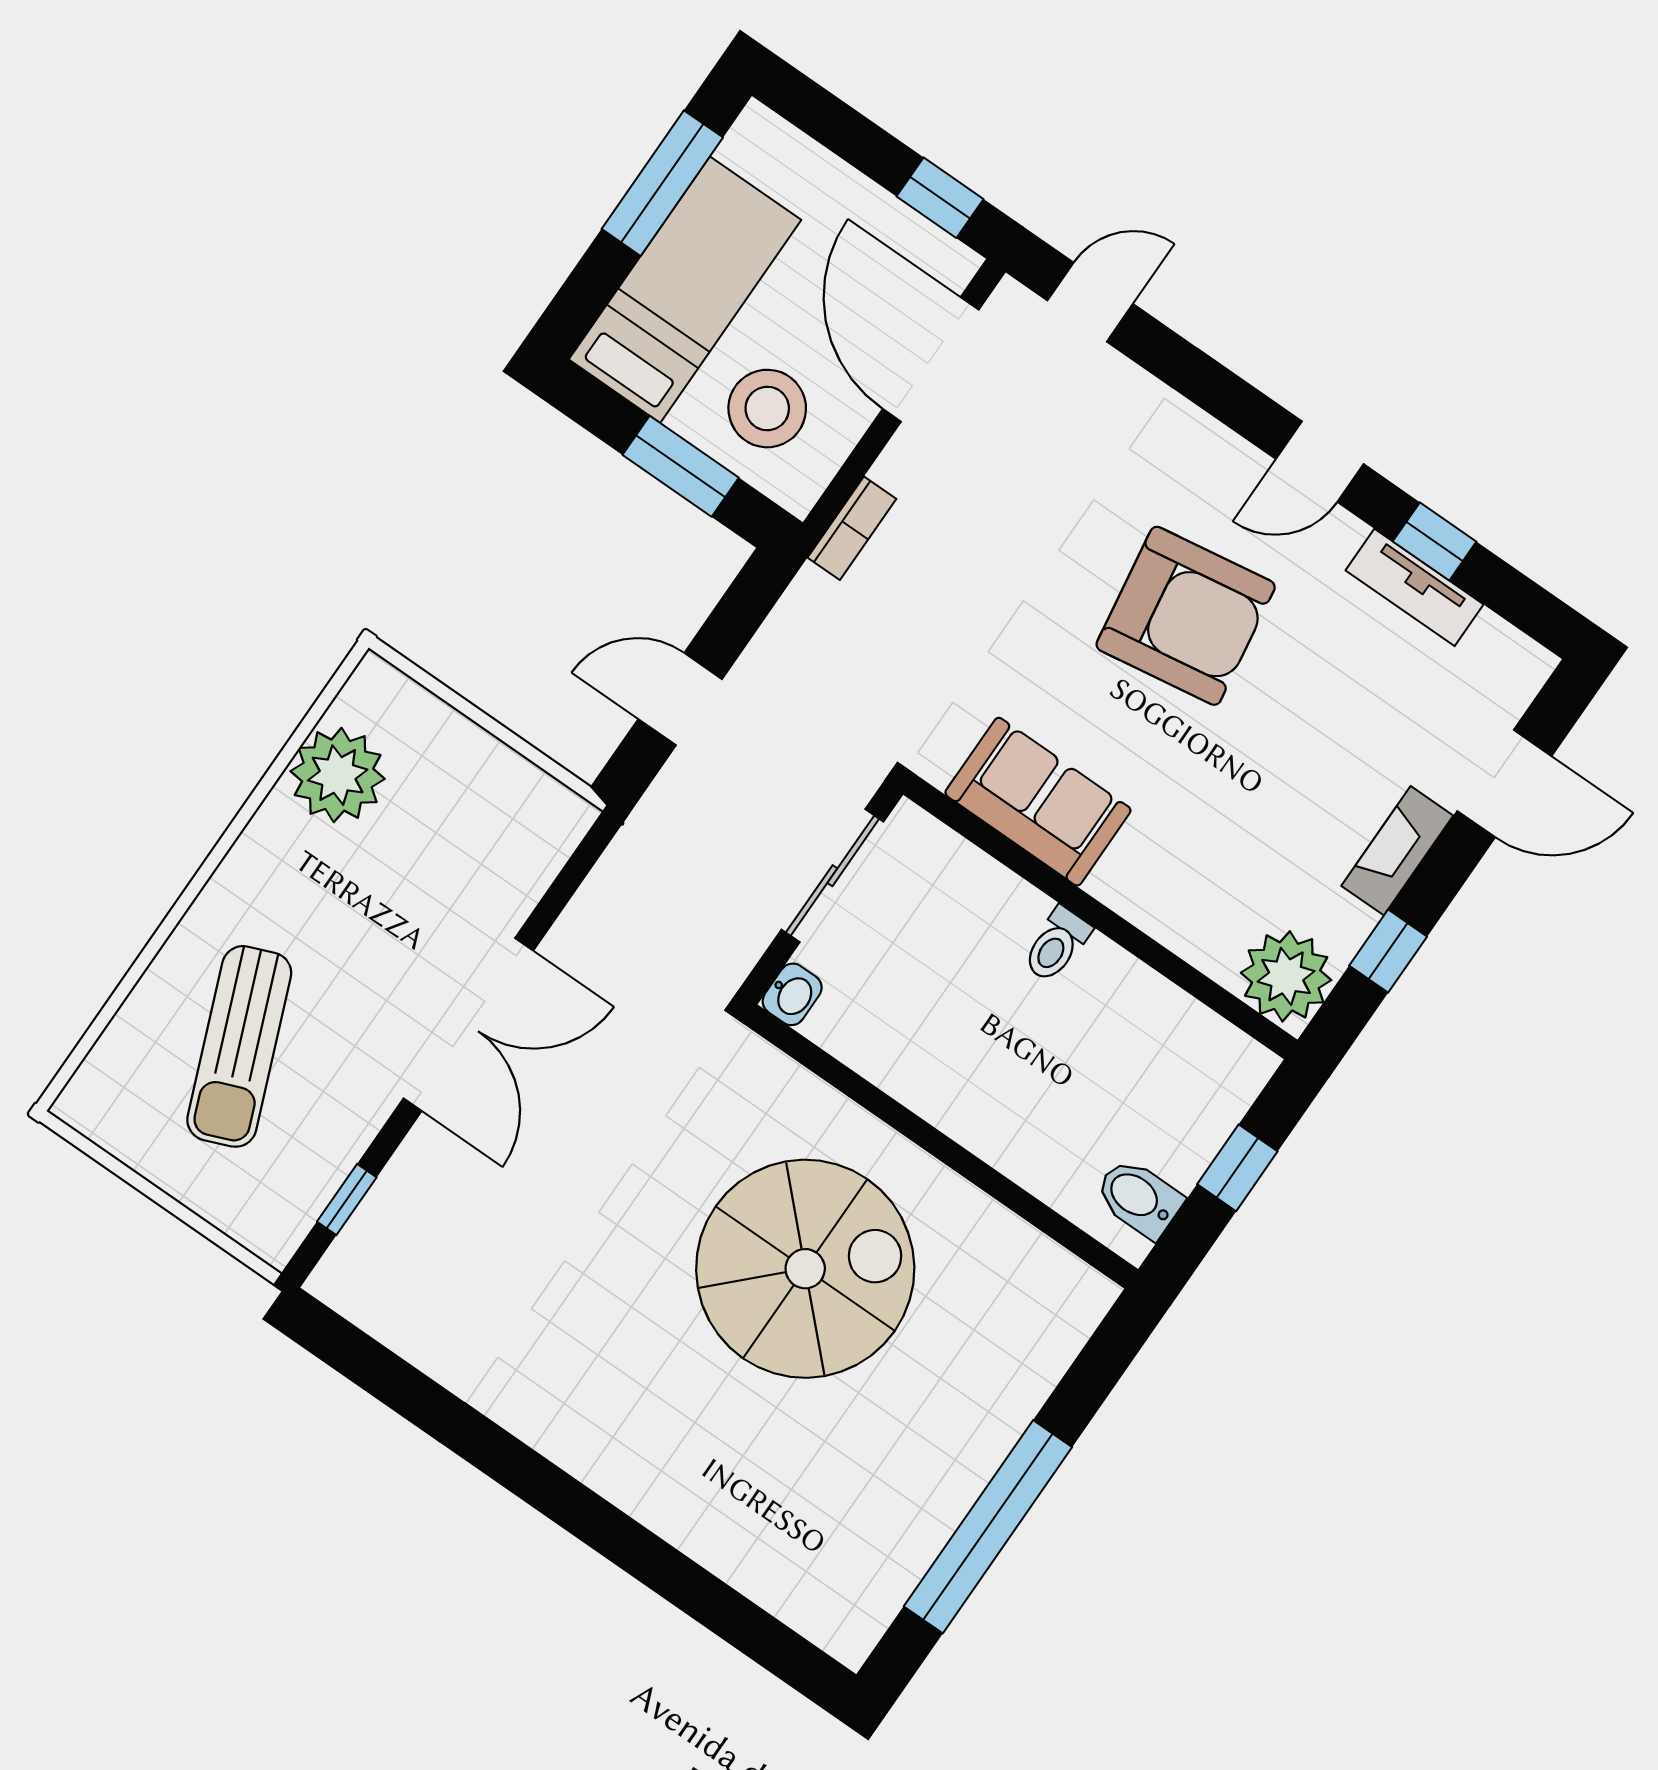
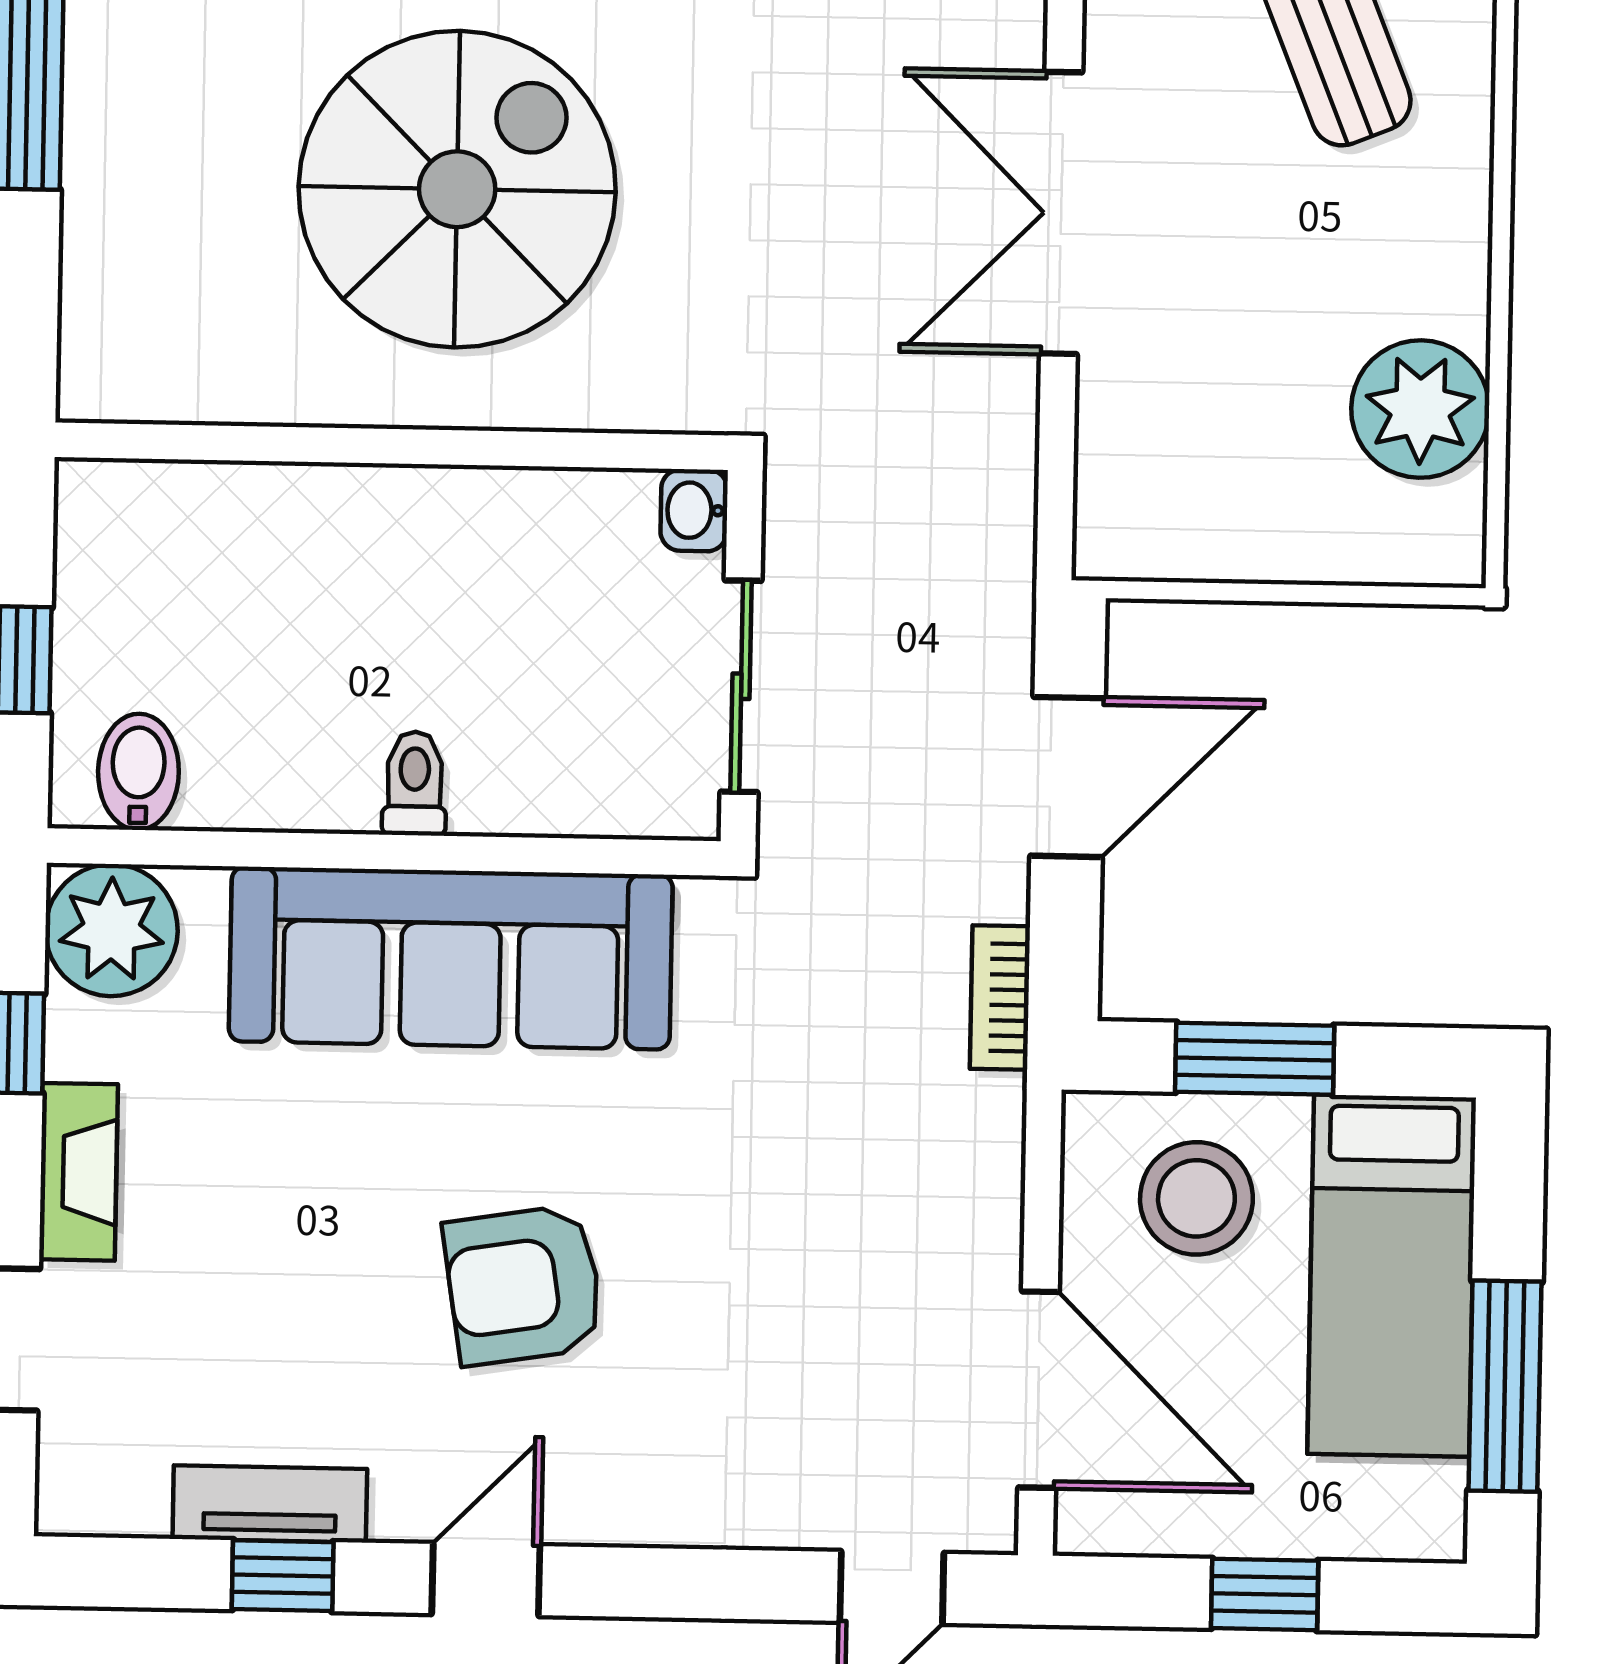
window: (940, 198) -> (1265, 1594), moved
bookcase: (852, 528) -> (1000, 998), moved
armchair: (1186, 616) -> (524, 1285), width x0.73, depth x0.73
door: (680, 699) -> (1068, 777), width x1.38
sofa: (1038, 802) -> (451, 958), width x1.85, depth x1.27
bidet: (1139, 1198) -> (138, 772), moved, turned -90
spiral stairs: (805, 1269) -> (457, 189), turned 180

